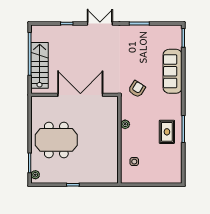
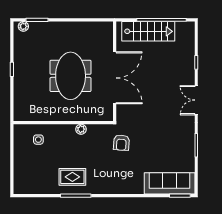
double door: (100, 24) -> (196, 100), swing flipped
sofa: (173, 71) -> (170, 183), moved
armchair: (137, 89) -> (121, 143), turned 62
meeting table: (56, 140) -> (71, 76), moved

